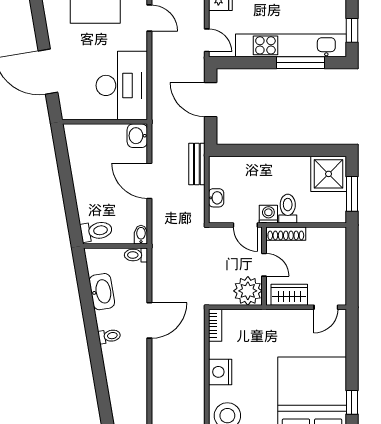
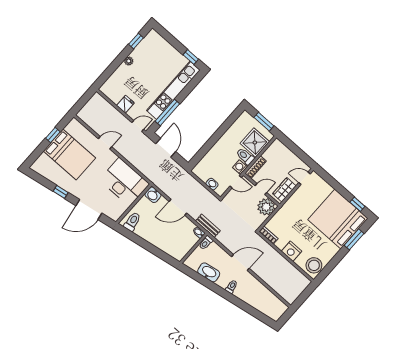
window: (39, 17) -> (61, 192), added
window: (300, 63) -> (167, 112), moved
door: (211, 100) -> (166, 148), swing flipped
bench: (197, 164) -> (208, 226), moved
shower: (329, 174) -> (255, 142), moved
toilet: (96, 231) -> (132, 222), moved
door: (326, 307) -> (304, 178), swing flipped
door: (149, 320) -> (240, 263), hinge flipped

